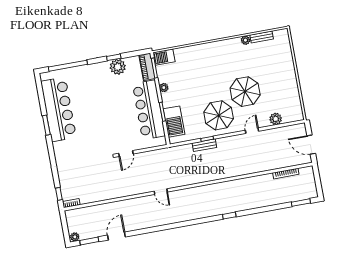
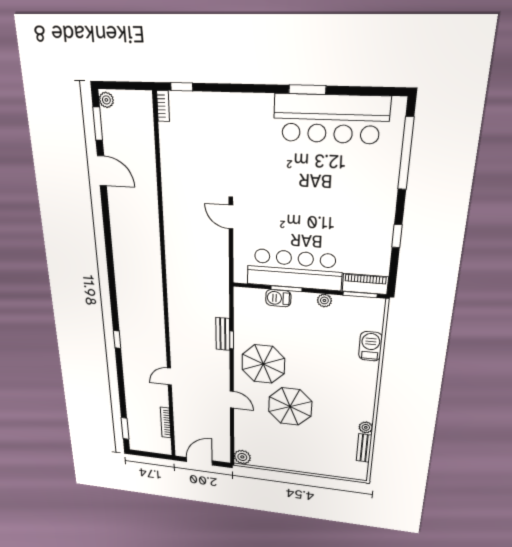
barbecue: (164, 57) -> (370, 346), moved
plant: (118, 67) -> (379, 238), removed
plant: (276, 119) -> (242, 457), moved
barbecue: (174, 122) -> (278, 298), width x0.53, depth x0.65
door: (161, 192) -> (169, 376), moved

